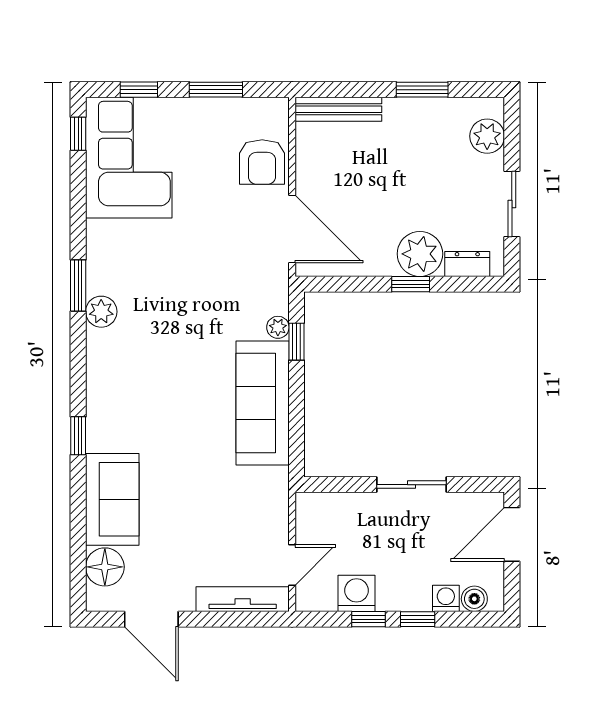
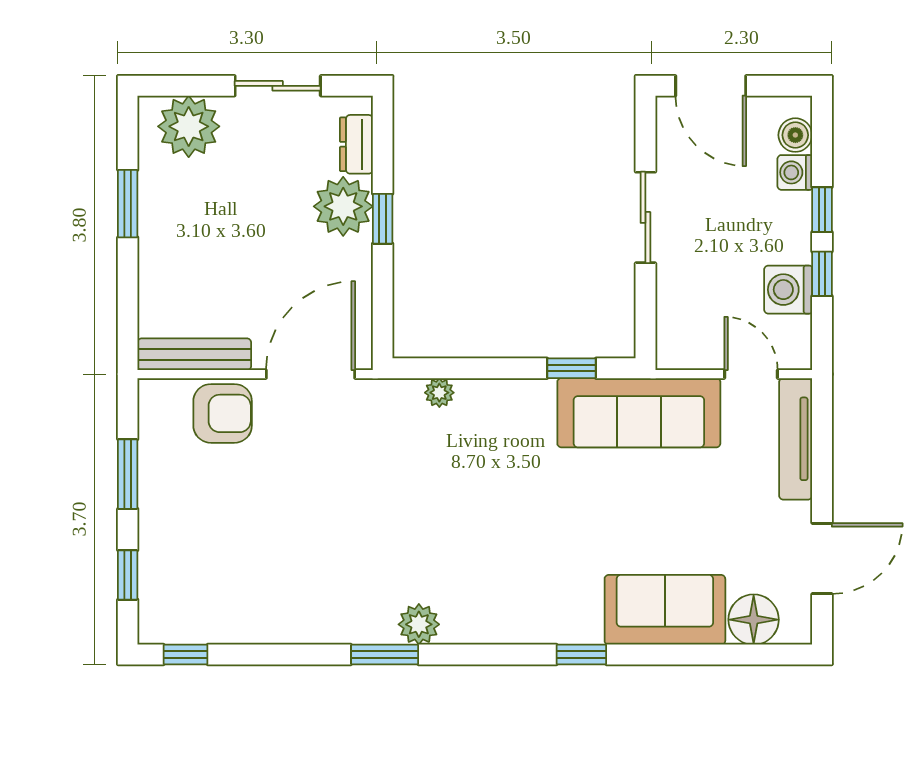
bench: (338, 109) -> (194, 354), moved, turned 90
plant: (487, 136) -> (189, 126), width x1.36, depth x1.36
corner sofa: (129, 158) -> (217, 588), removed
window: (297, 342) -> (572, 368), moved
sofa: (263, 403) -> (639, 413), moved

